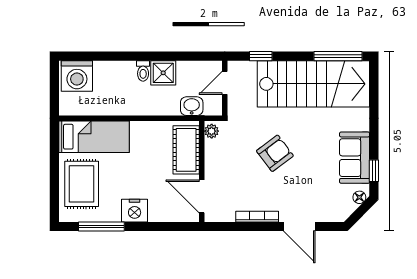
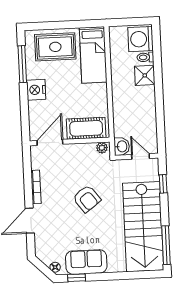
toilet: (143, 71) -> (145, 57), moved
shower: (163, 73) -> (145, 75), moved
washbasin: (192, 106) -> (122, 146), moved

